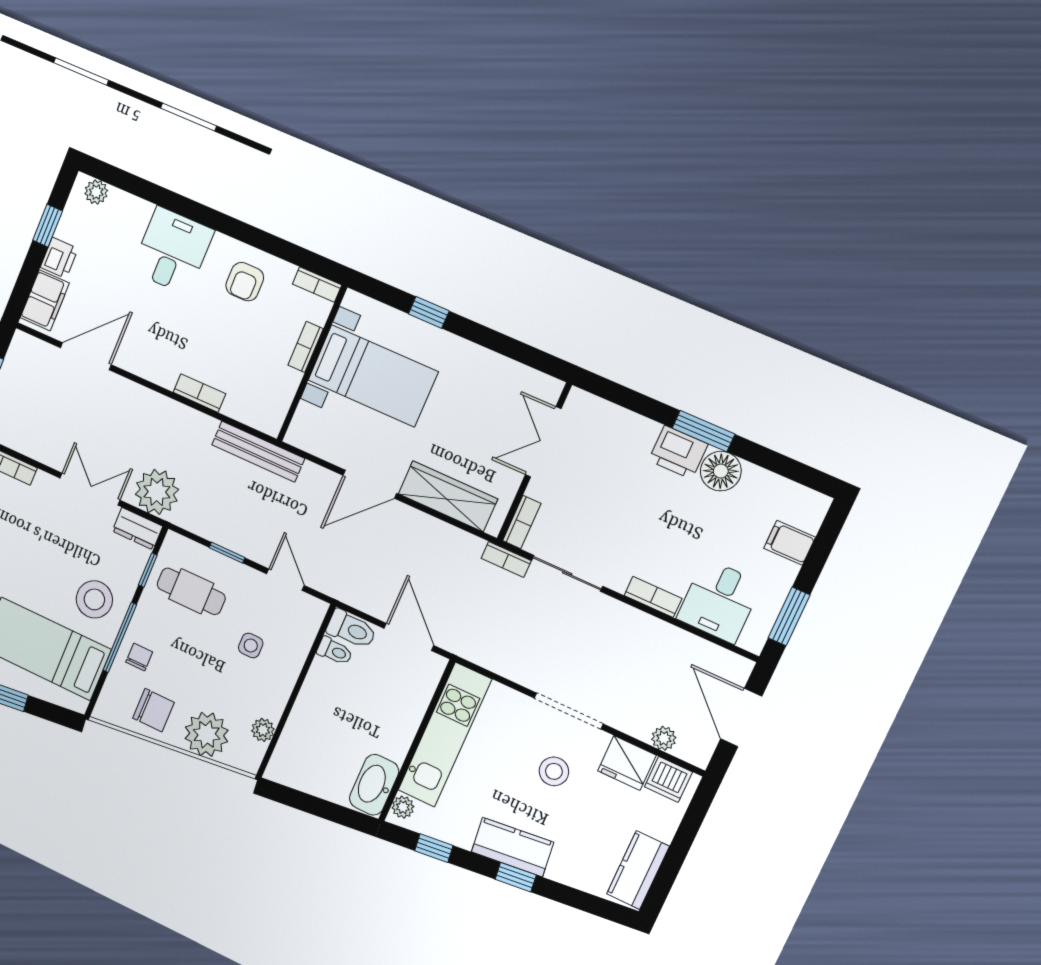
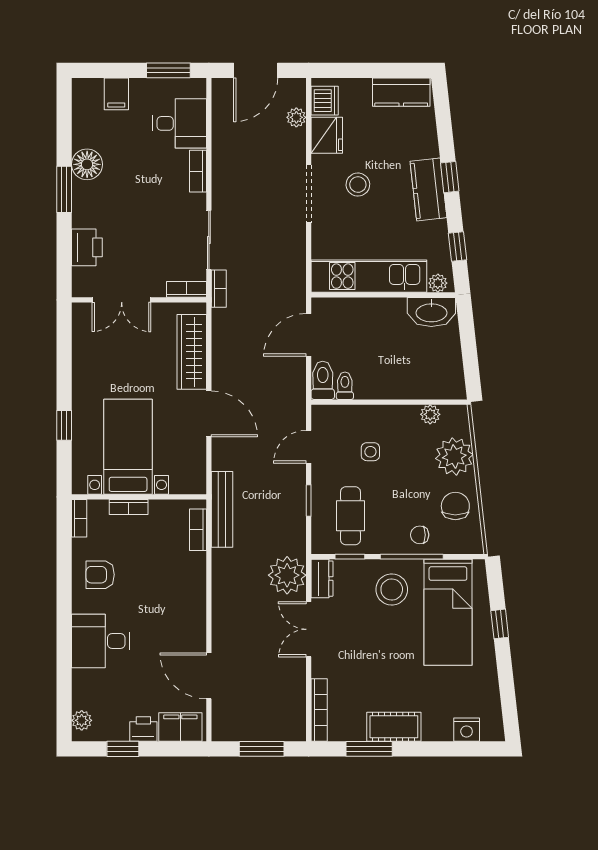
armchair: (245, 282) -> (100, 575), turned 180
bookcase: (199, 393) -> (198, 530), moved
printer: (678, 452) -> (87, 247), moved

